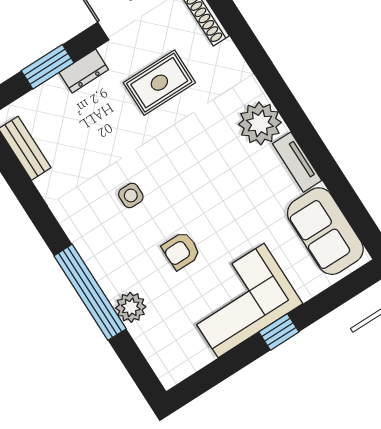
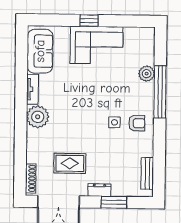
armchair: (181, 251) -> (137, 123), moved

